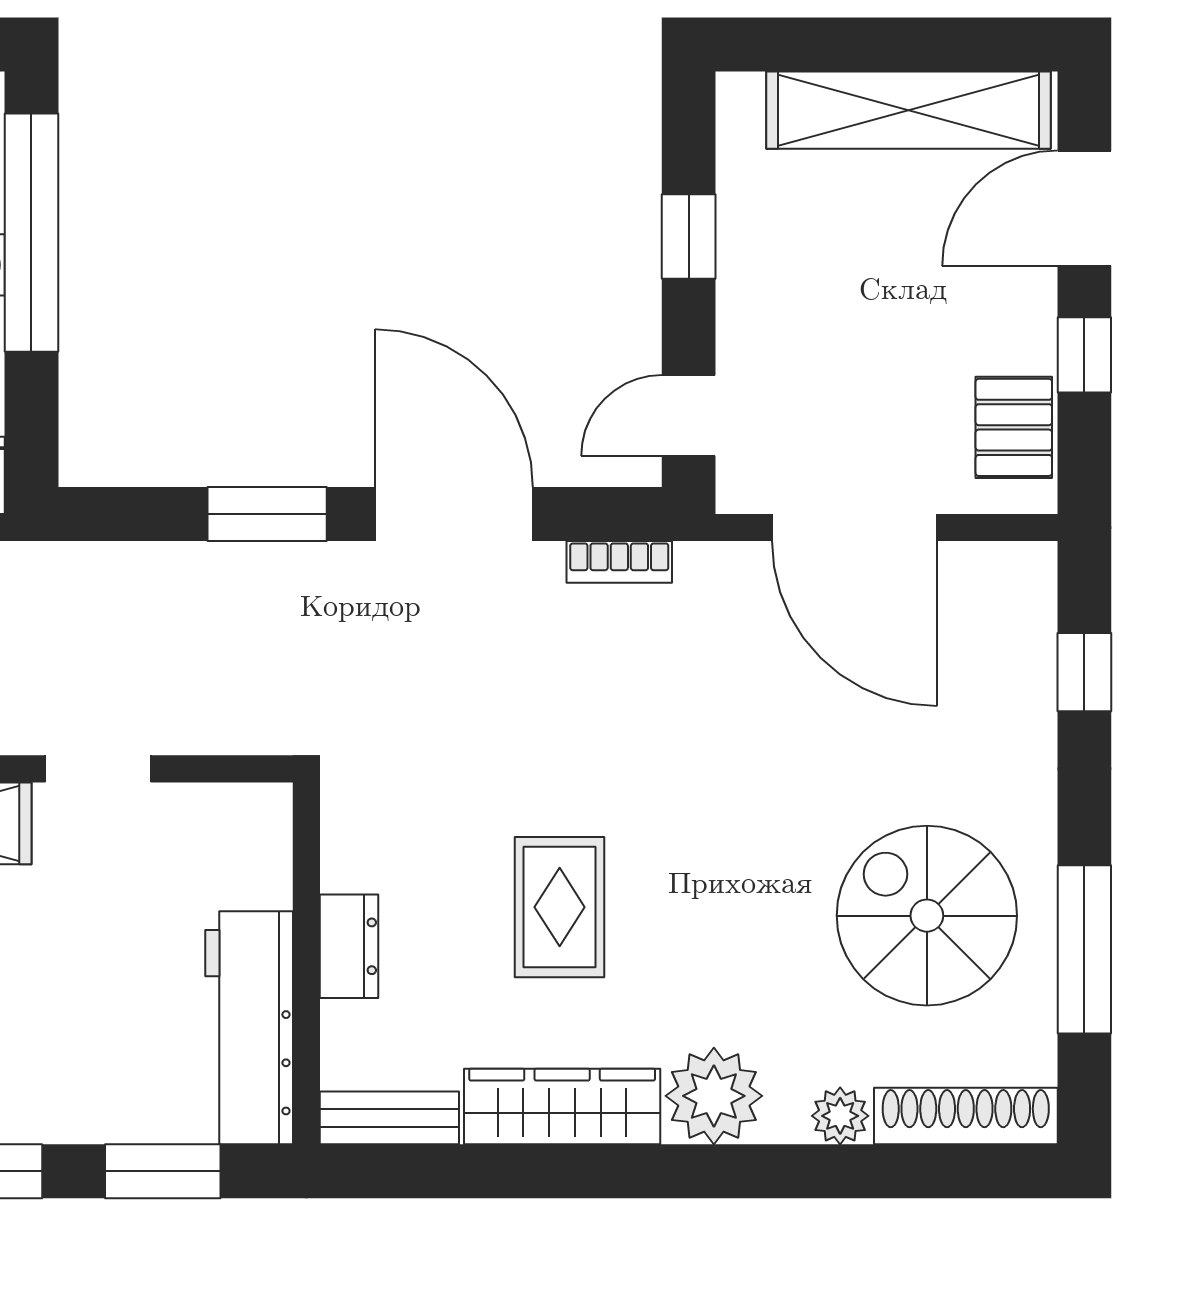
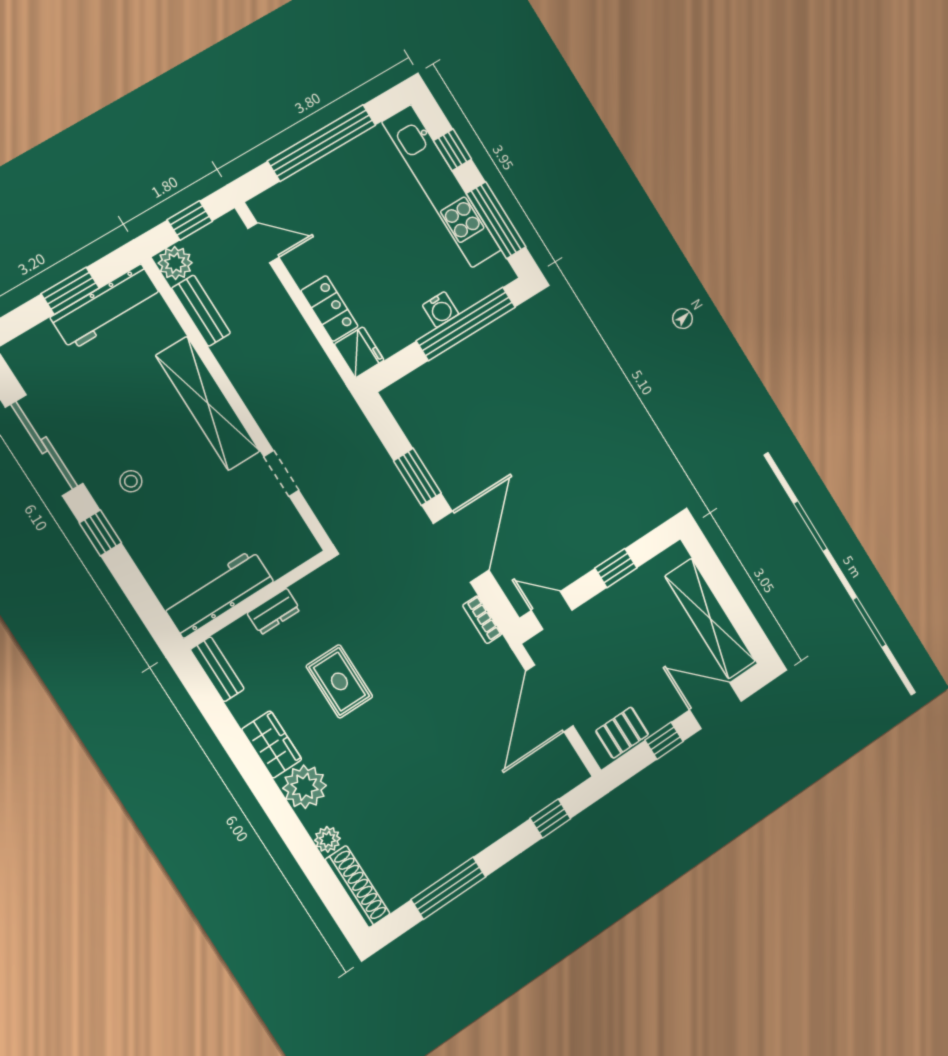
rug: (560, 907) -> (339, 681), turned 90
spiral stairs: (927, 916) -> (424, 821), removed
wardrobe: (562, 1107) -> (272, 744), width x0.67
window: (163, 1171) -> (141, 596), removed

